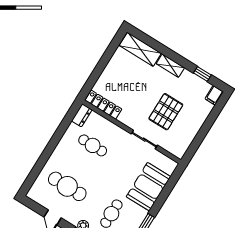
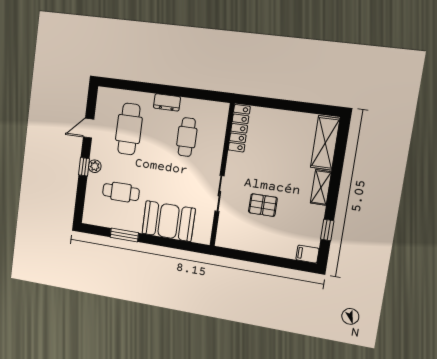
pallet: (166, 112) -> (263, 205), width x0.67, depth x0.71
dresser: (82, 115) -> (167, 102), moved

